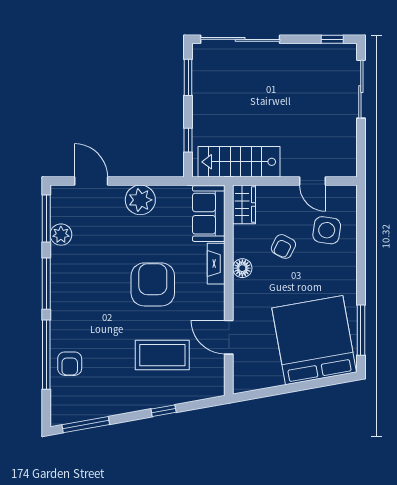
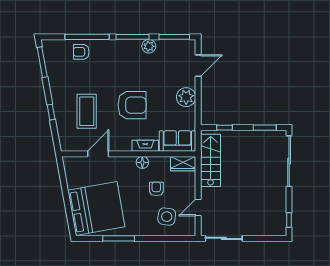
sliding door: (361, 89) -> (224, 238), moved
plant: (61, 235) -> (149, 46), moved
armchair: (283, 246) -> (156, 189), turned 63
window: (361, 330) -> (119, 238), moved

